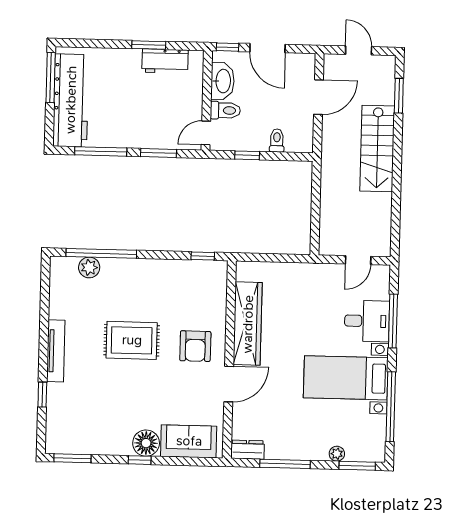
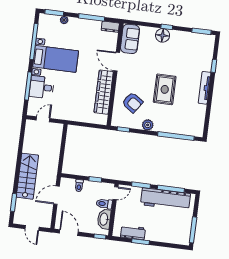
door: (267, 48) -> (69, 233), moved
door: (318, 97) -> (57, 195), moved
workbench: (71, 100) -> (165, 199), moved, turned -90
plant: (89, 267) -> (148, 125), moved
rug: (132, 340) -> (165, 89), turned 90
armchair: (195, 346) -> (132, 102), moved, turned 125
door: (229, 384) -> (117, 62), hinge flipped
sofa: (189, 441) -> (130, 39), moved, turned -90

